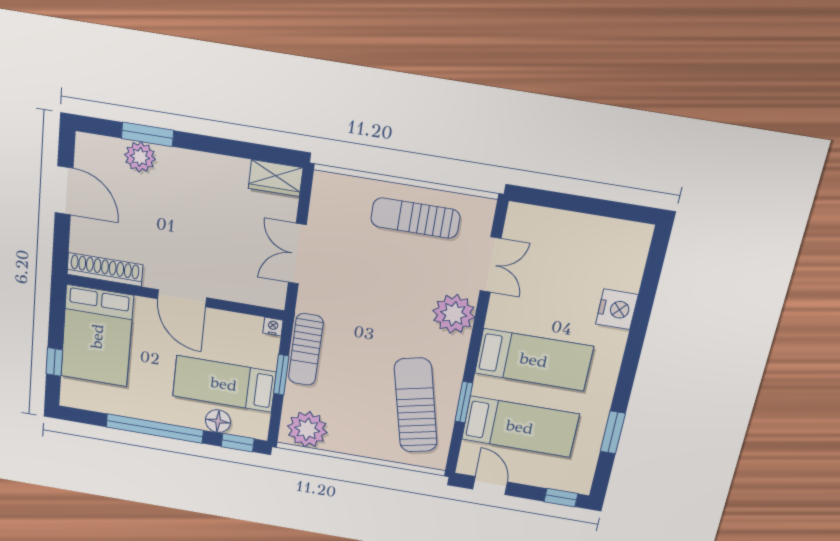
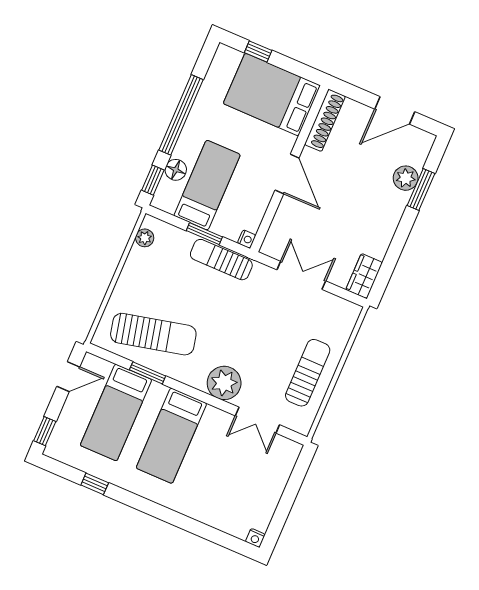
door: (182, 298) -> (287, 174), swing flipped
nightstand: (617, 309) -> (255, 538), moved, width x0.53, depth x0.56
plant: (307, 429) -> (145, 238), width x0.53, depth x0.53
window: (613, 432) -> (95, 484), width x0.67

